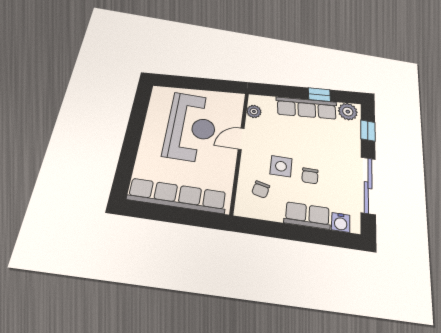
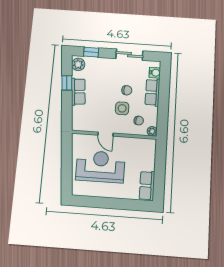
row of seats: (307, 108) -> (78, 92), width x0.68
plant: (254, 111) -> (152, 131), moved
sliding door: (368, 185) -> (129, 55), width x0.73
row of seats: (177, 196) -> (147, 186), width x0.50

